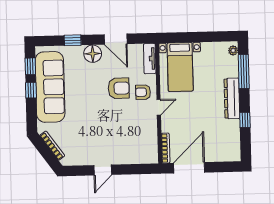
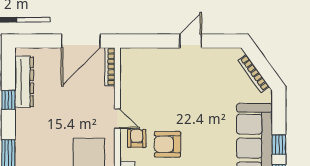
armchair: (143, 92) -> (137, 138), turned -90
dresser: (232, 98) -> (24, 82), moved
door: (159, 107) -> (117, 119), swing flipped

